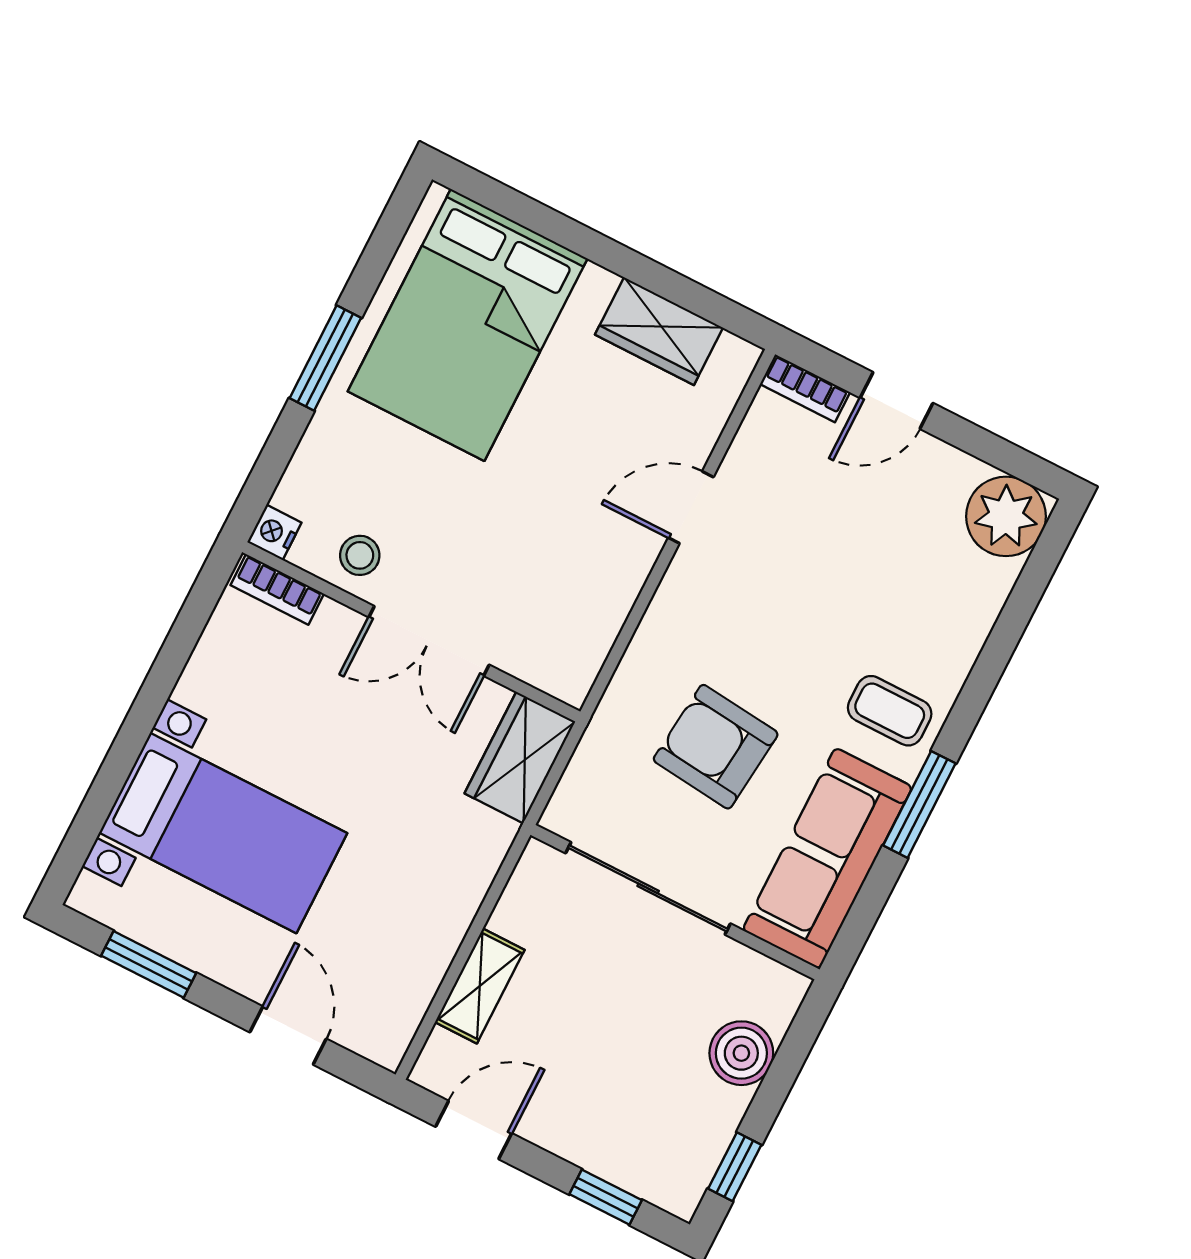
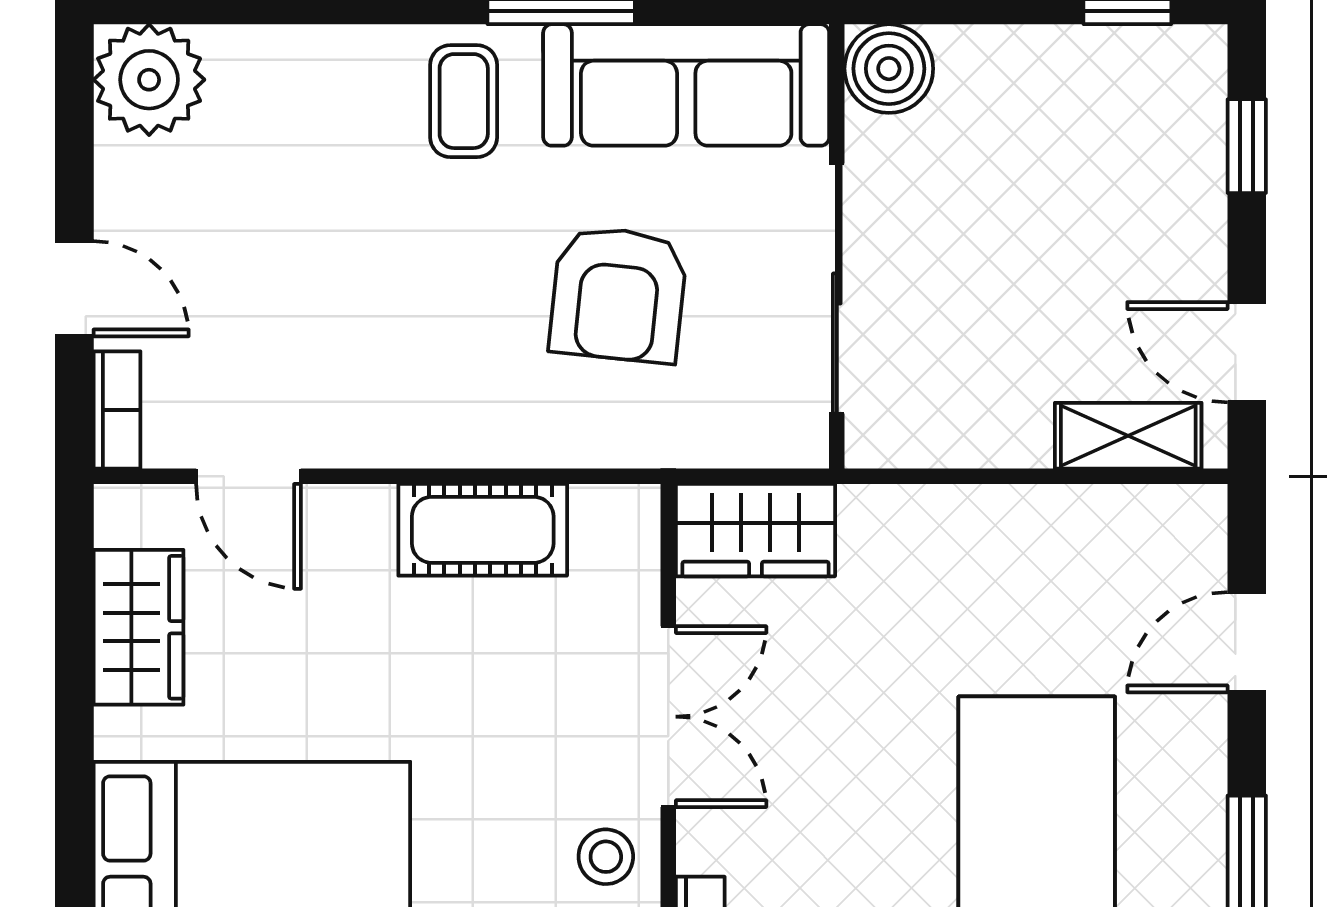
door: (691, 507) -> (249, 476), moved
cot: (609, 583) -> (483, 530), added
shelving: (480, 986) -> (1128, 436), moved
boiler: (741, 1053) -> (889, 69), moved

